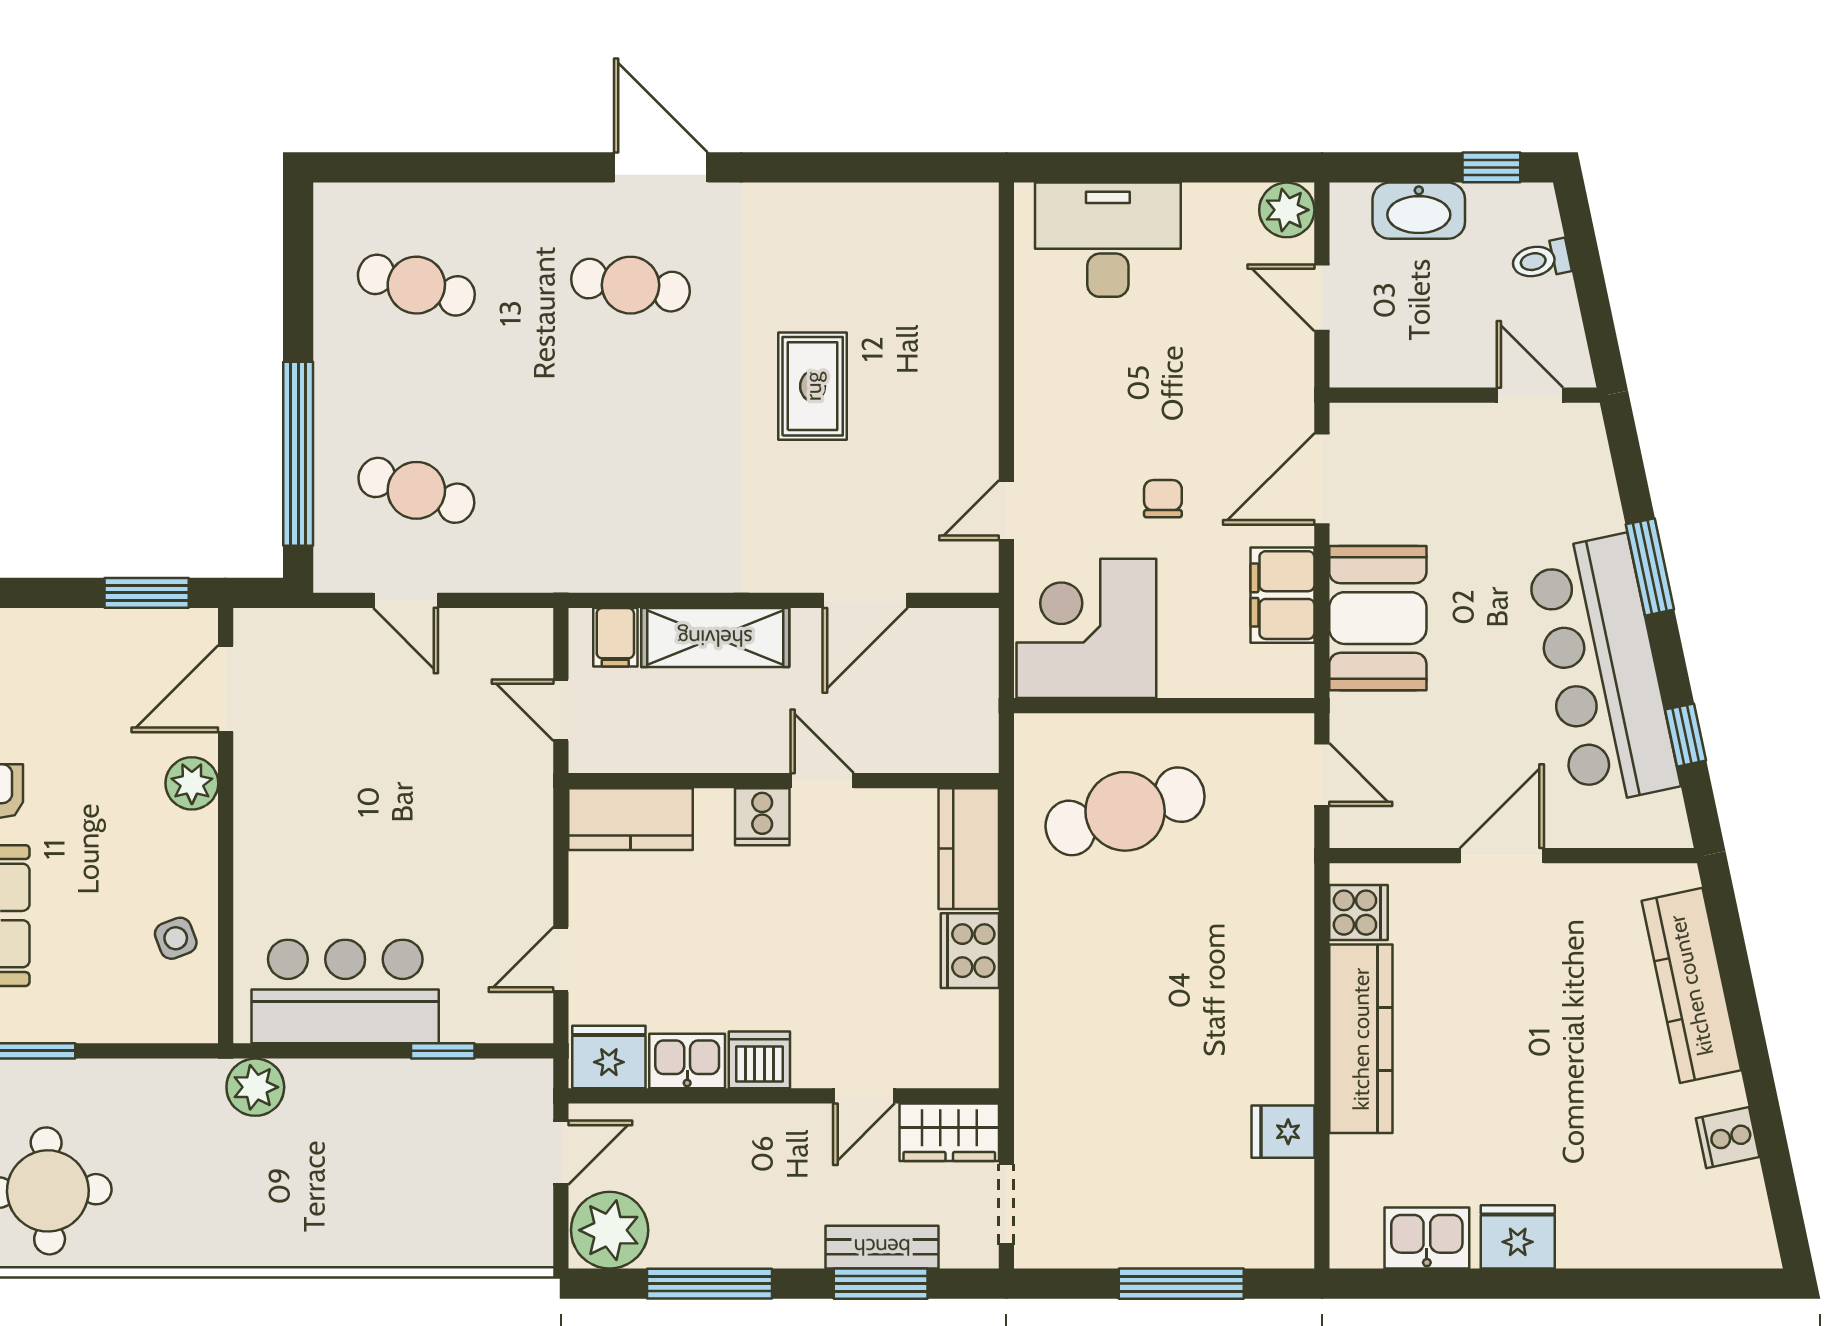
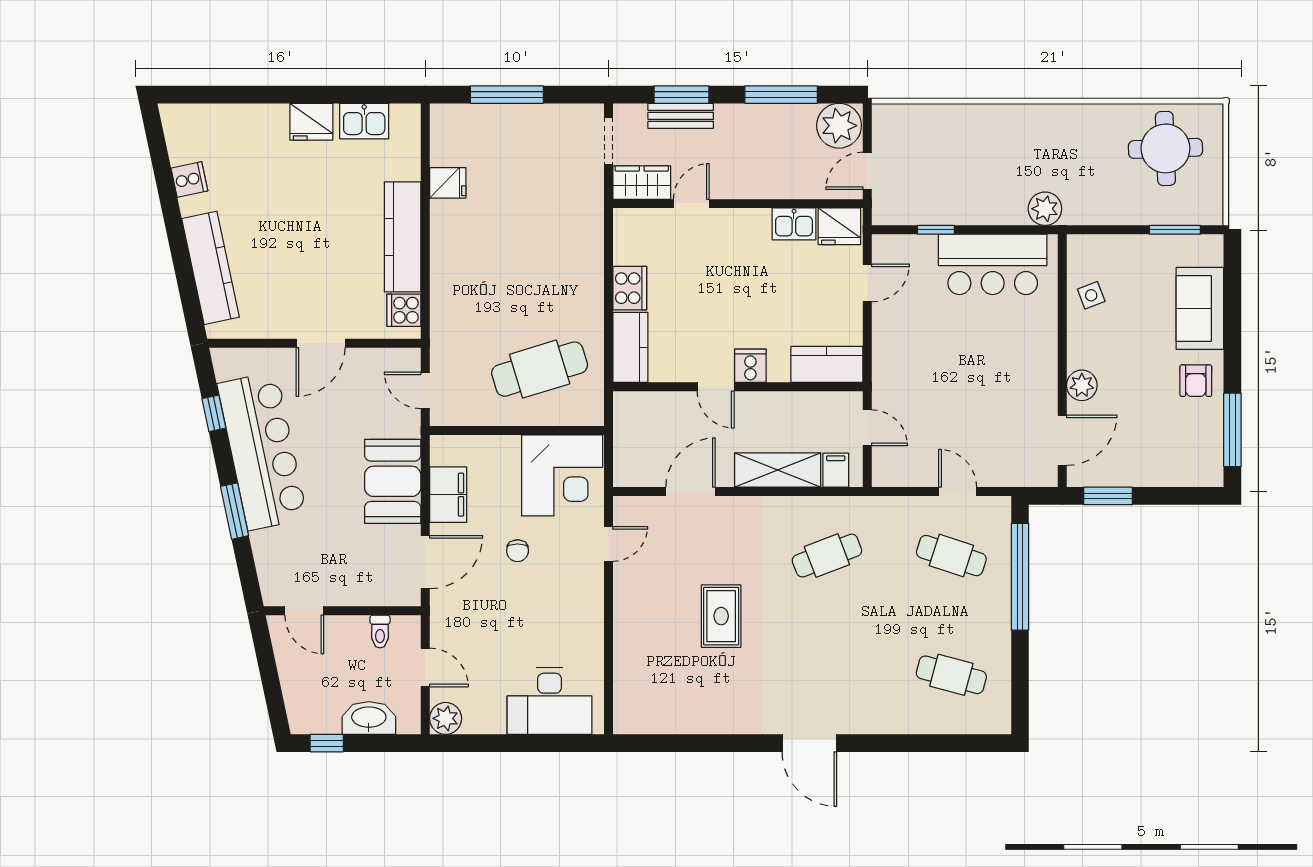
toilet: (1541, 260) -> (380, 631), moved, turned 102
cafe table: (630, 285) -> (827, 556), moved, turned -30
dishwasher: (759, 1060) -> (752, 225), removed

